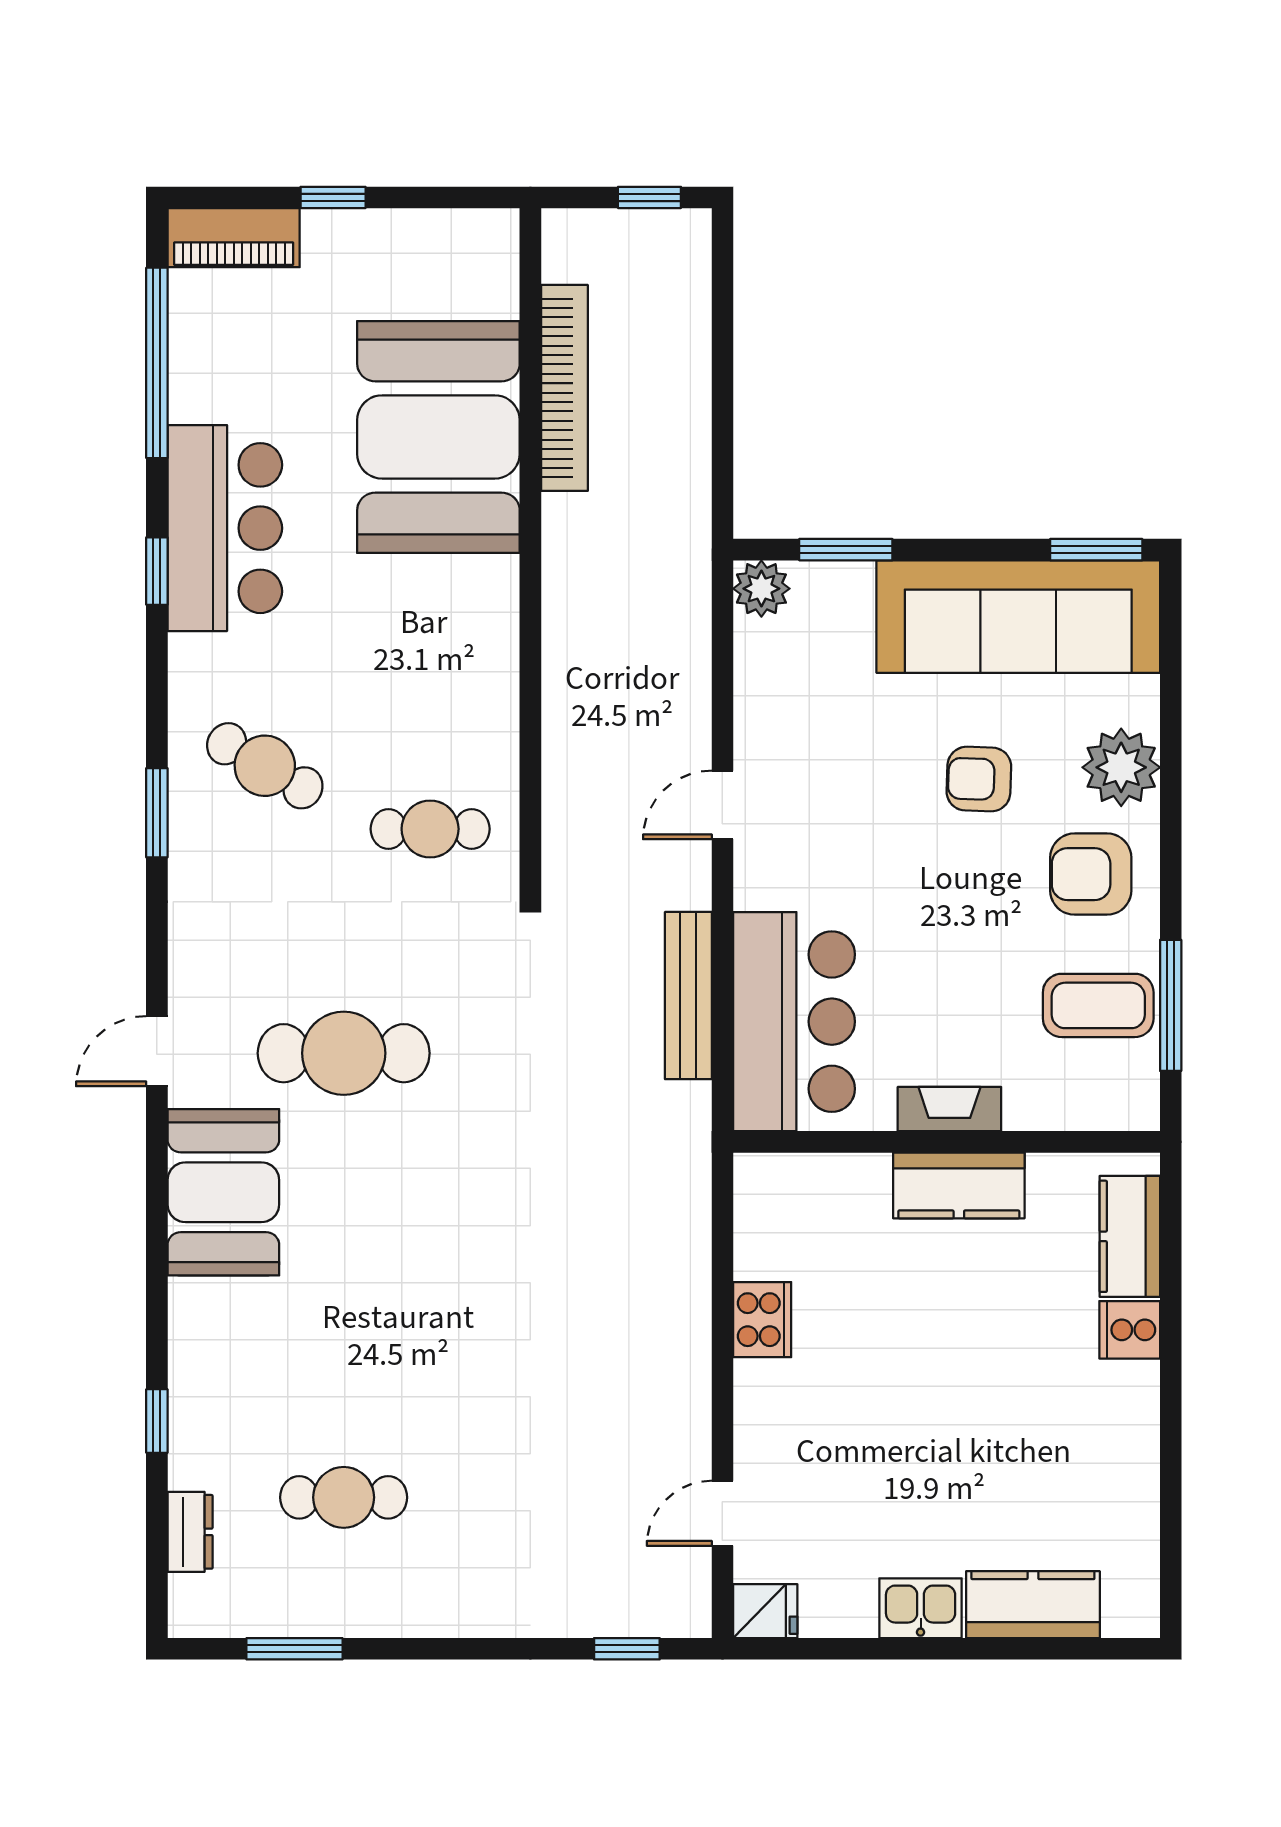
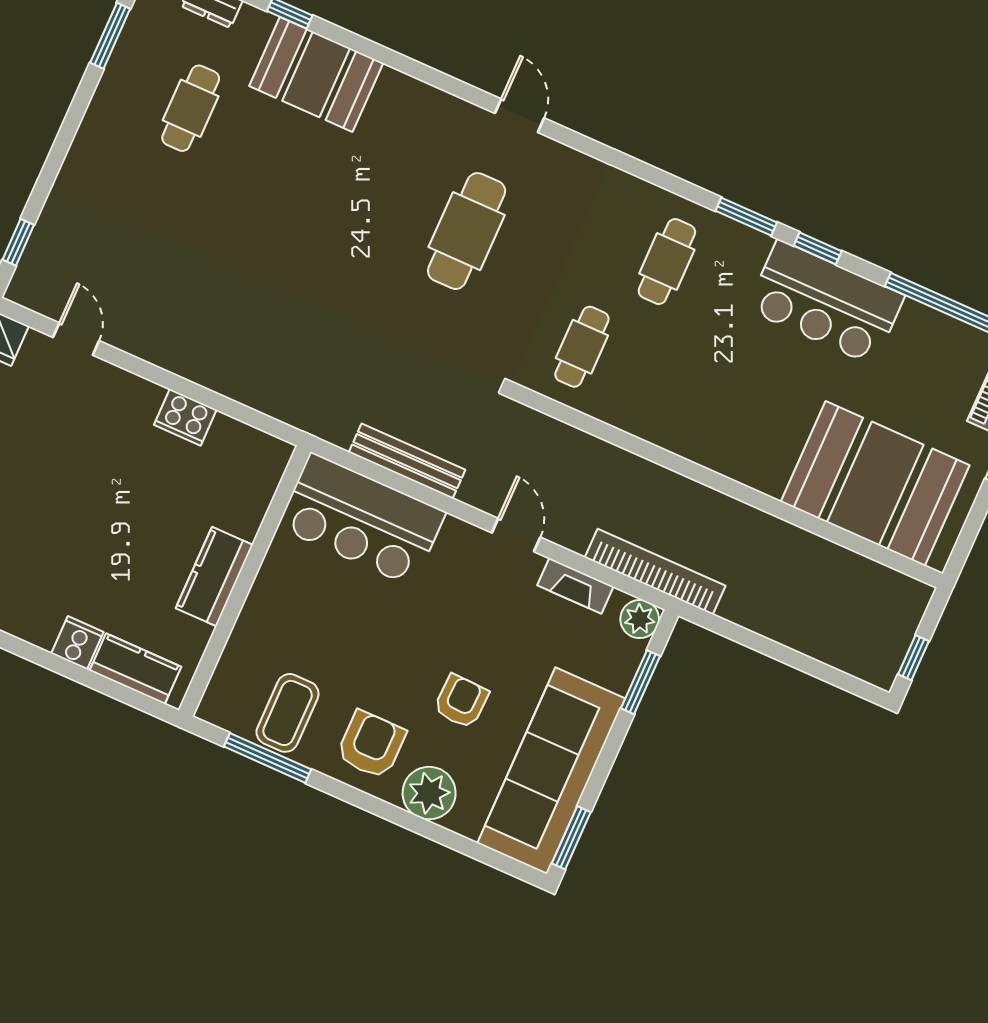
bookcase: (564, 388) -> (655, 572), moved, turned 180
booth: (438, 437) -> (875, 483), moved
cafe table: (265, 766) -> (667, 262), turned -30
window: (157, 813) -> (746, 217), moved
fireplace: (949, 1109) -> (575, 586), moved, turned 90
booth: (223, 1192) -> (316, 75), moved

